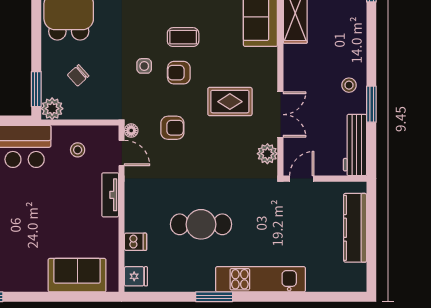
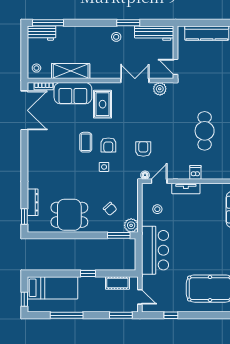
rug: (230, 102) -> (103, 104), moved
dishwasher: (136, 242) -> (195, 172), moved

